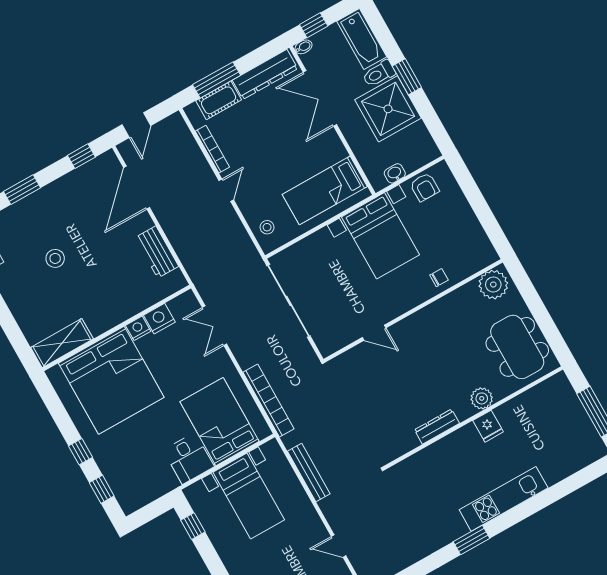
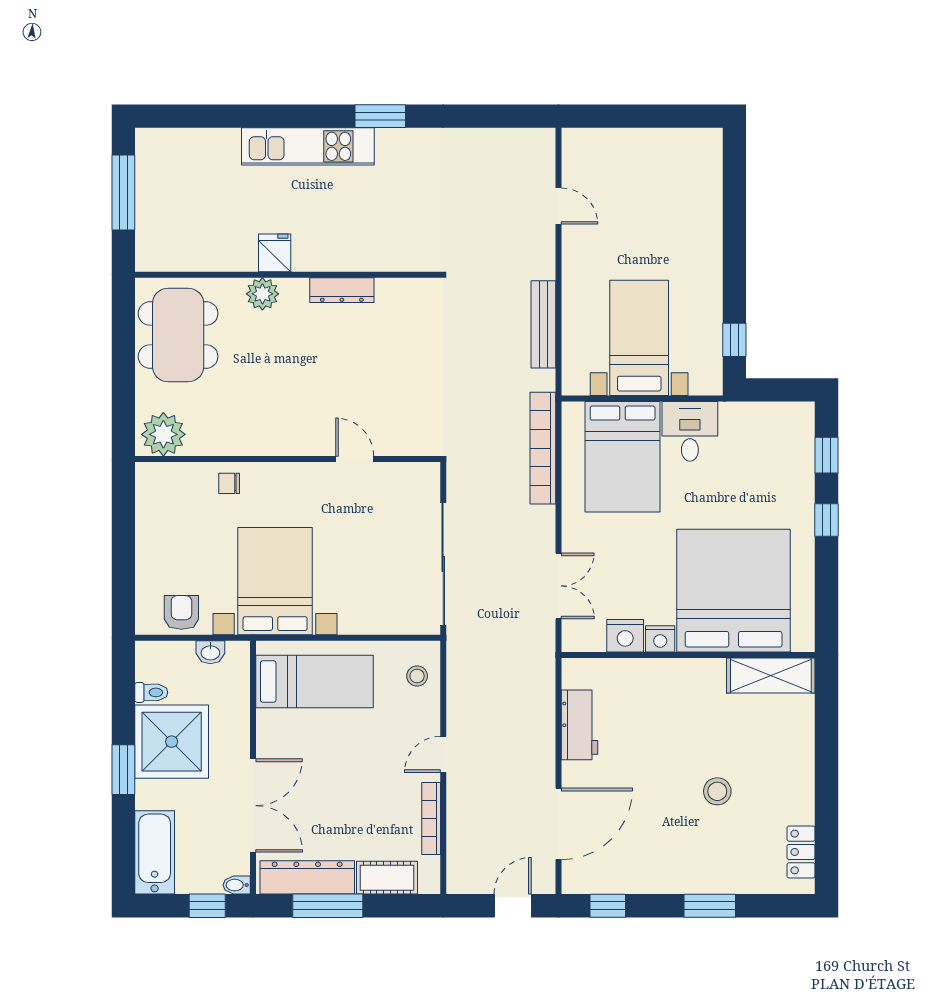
toilet: (379, 74) -> (151, 692), moved, width x0.73, depth x0.72
window: (217, 80) -> (328, 906), moved

